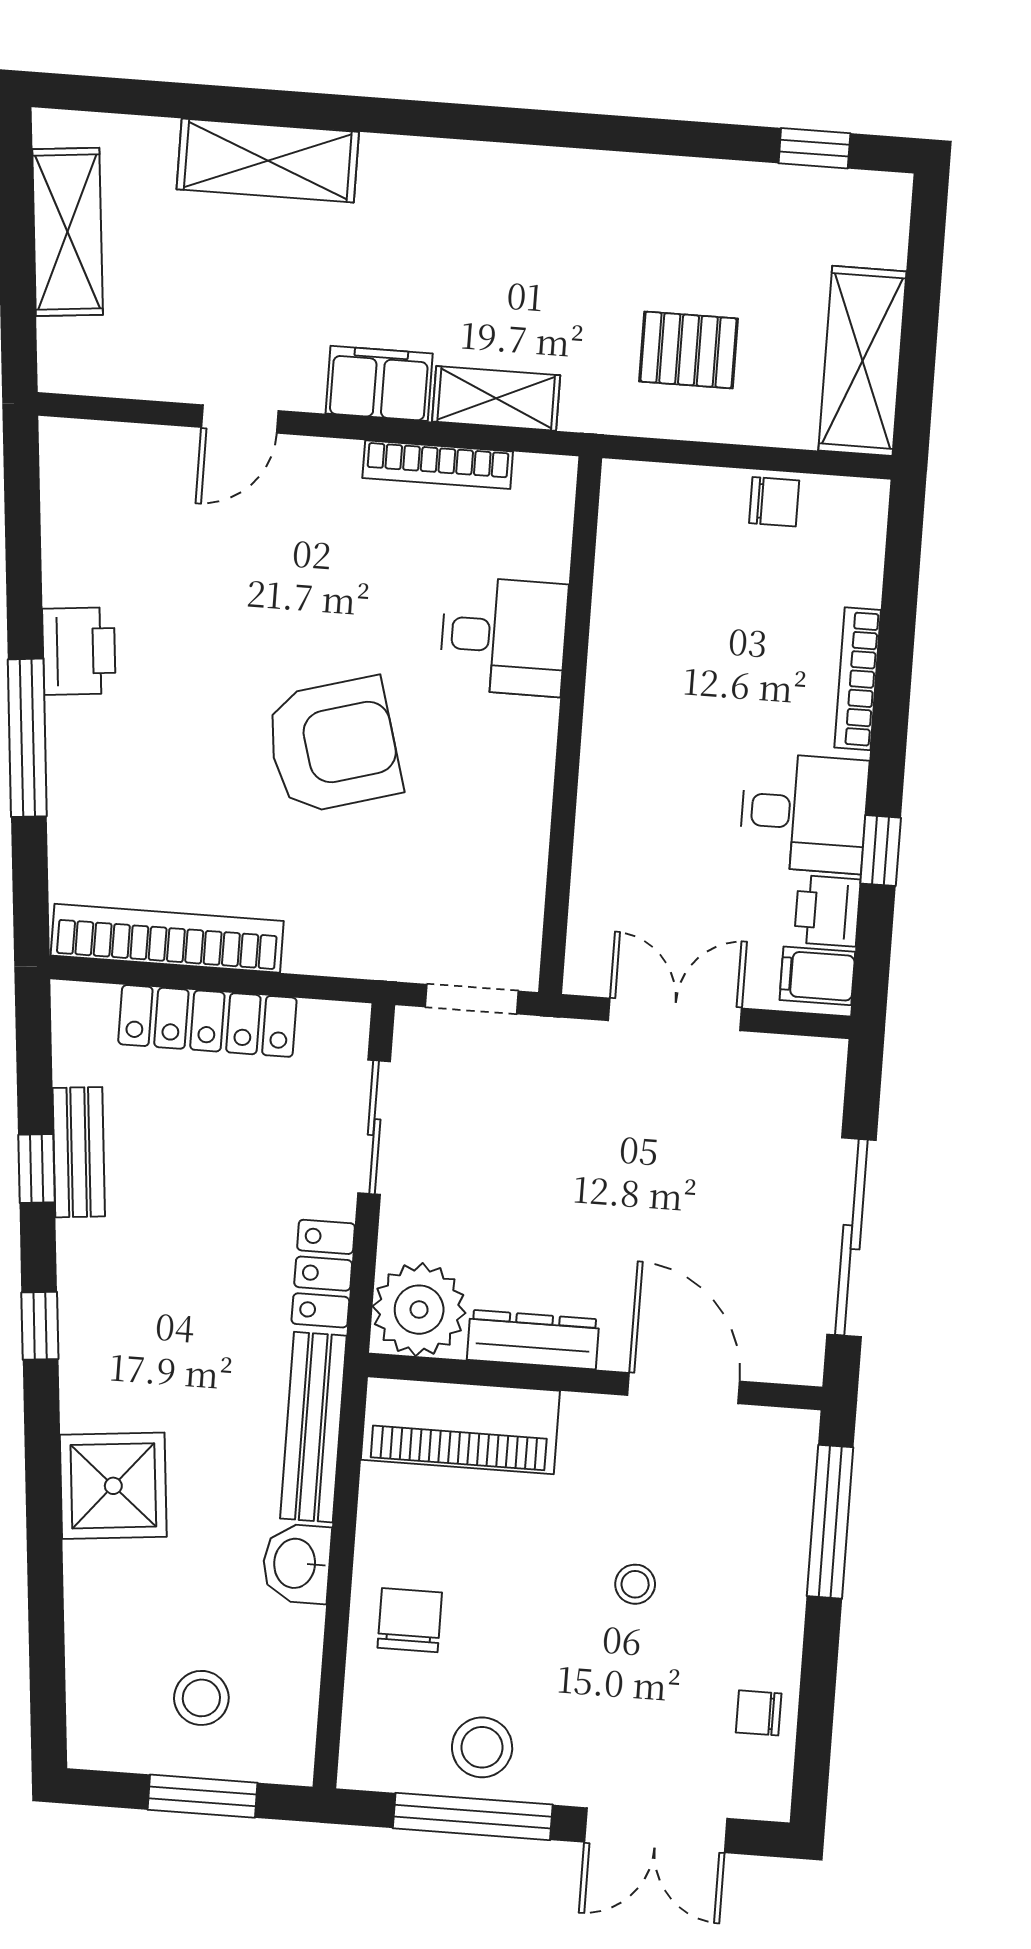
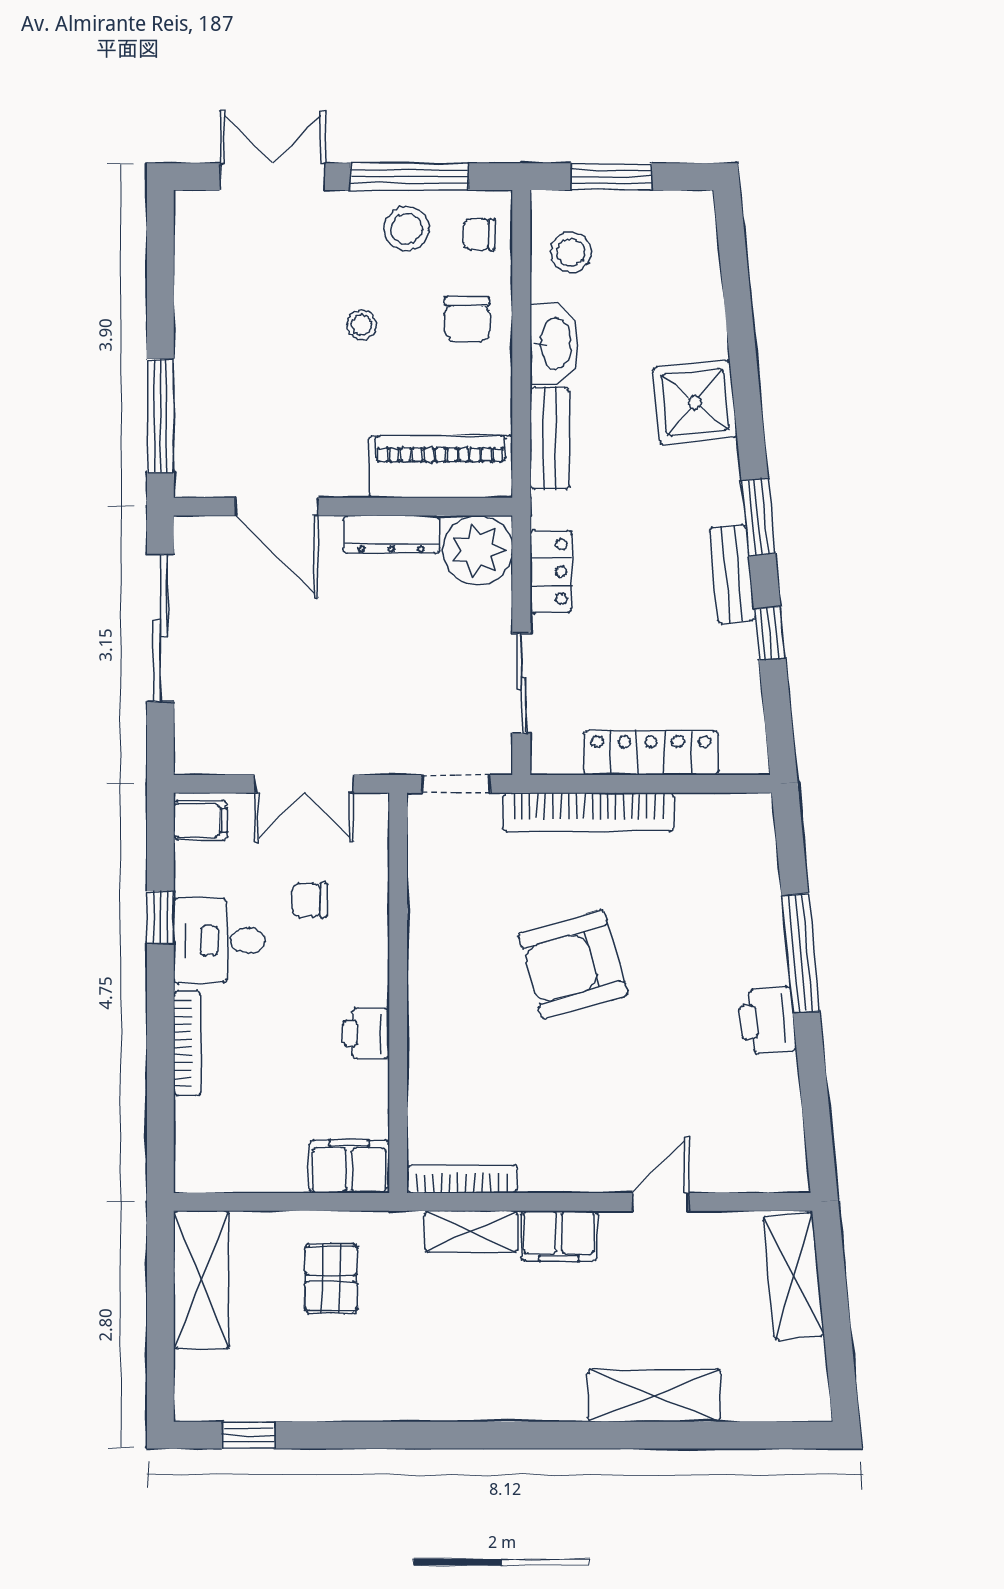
shelving: (68, 232) -> (794, 1276), moved
pallet: (689, 350) -> (331, 1278), turned 90
bookcase: (438, 465) -> (462, 1179), moved
filing cabinet: (653, 498) -> (349, 1166), added
chair: (774, 502) -> (310, 900), moved
desk: (504, 636) -> (452, 1055), removed
printer: (827, 911) -> (366, 1033), moved, turned 180
bookcase: (167, 938) -> (588, 812), moved
bench: (79, 1152) -> (732, 574), moved
window: (40, 1326) -> (758, 517), width x1.50
bench: (313, 1427) -> (550, 438), width x0.73
washbasin: (297, 1563) -> (554, 344), width x1.38
stool: (635, 1584) -> (362, 325), moved
stool: (201, 1698) -> (571, 252), moved
chair: (759, 1713) -> (479, 234), moved, turned 180

